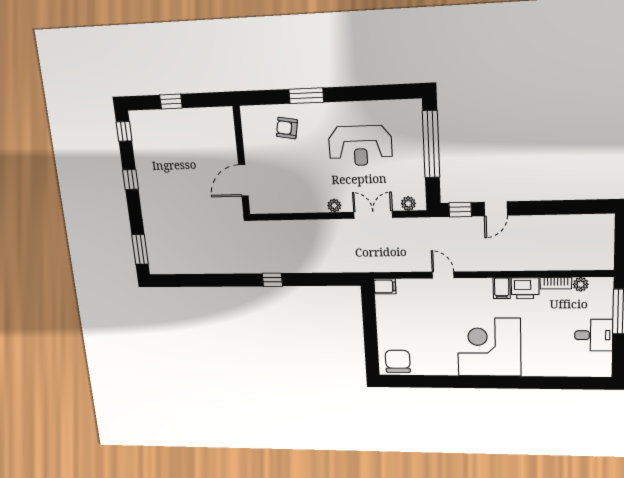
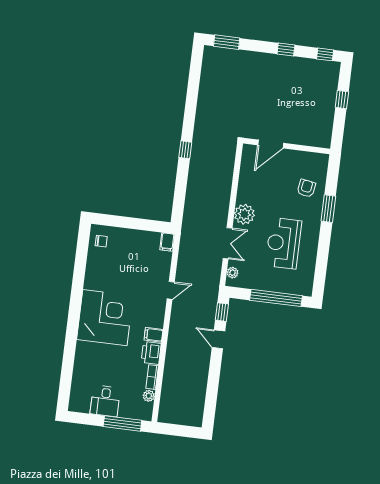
door: (243, 181) -> (271, 144), swing flipped
plant: (334, 206) -> (244, 214), width x1.88, depth x1.88
chair: (398, 361) -> (101, 241), width x0.54, depth x0.54

